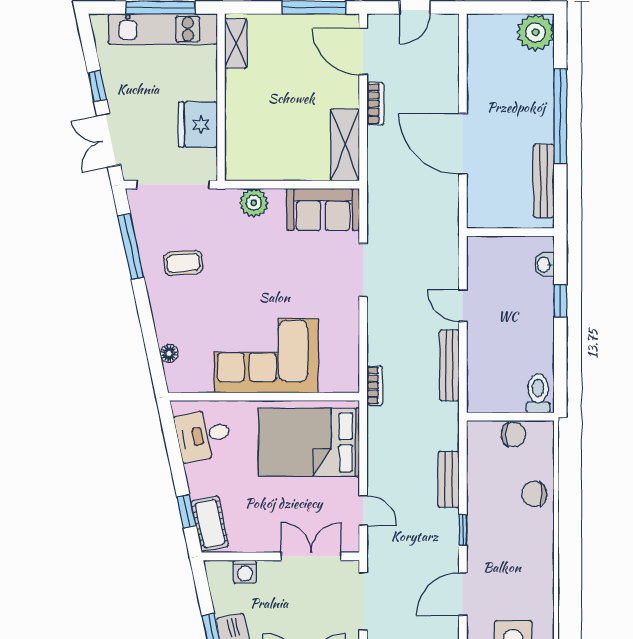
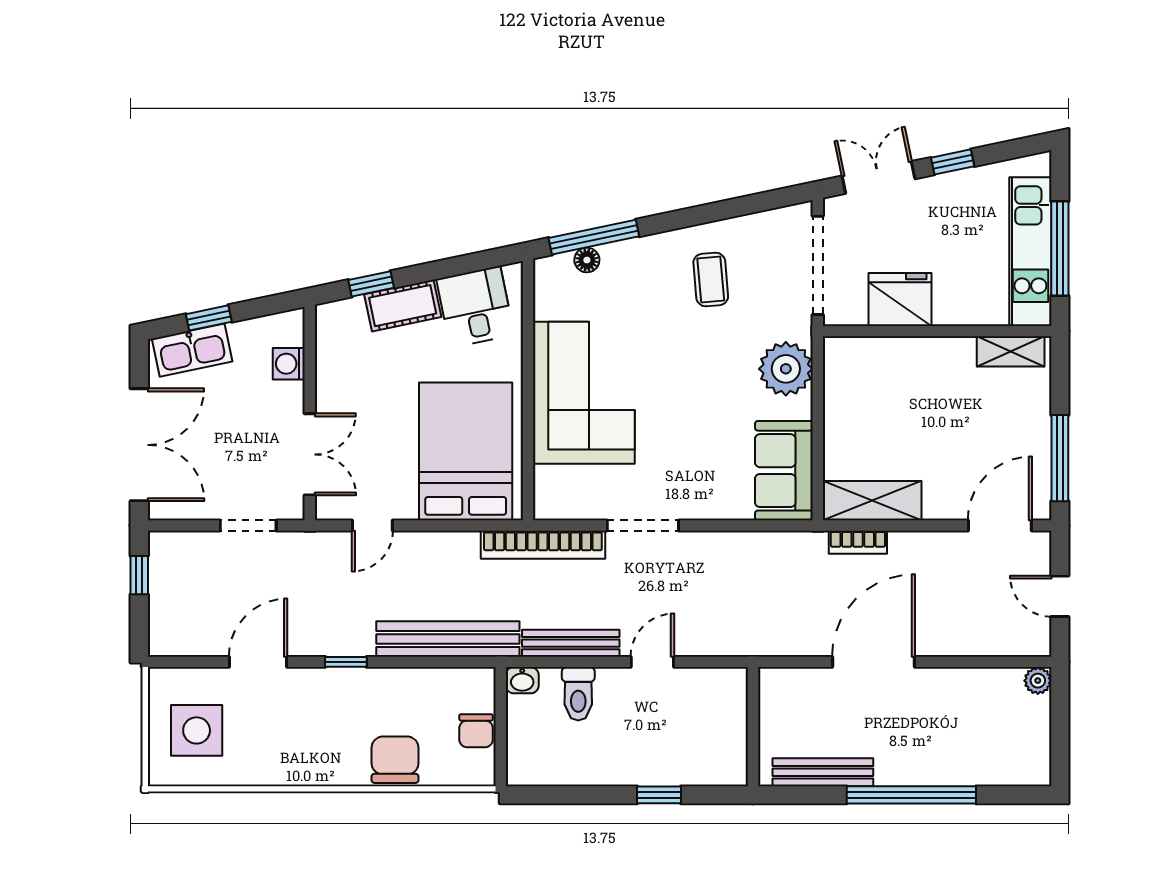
plant: (535, 32) -> (1038, 681), moved, width x0.53, depth x0.53
bookcase: (375, 104) -> (858, 542), moved
plant: (254, 203) -> (786, 369), width x1.36, depth x1.36
window: (131, 247) -> (594, 237), moved
washbasin: (544, 265) -> (522, 680), moved, turned 180
doorway: (363, 270) -> (643, 525), moved
bookcase: (375, 386) -> (543, 545), width x2.31, depth x1.31
toilet: (538, 393) -> (578, 694), moved, turned 90
bench: (449, 479) -> (448, 639), width x1.86, depth x1.21
chair: (535, 494) -> (395, 760), width x1.37, depth x1.37
cot: (210, 524) -> (403, 306), moved
door: (463, 594) -> (258, 662), hinge flipped
doorway: (363, 601) -> (248, 525), width x0.73

